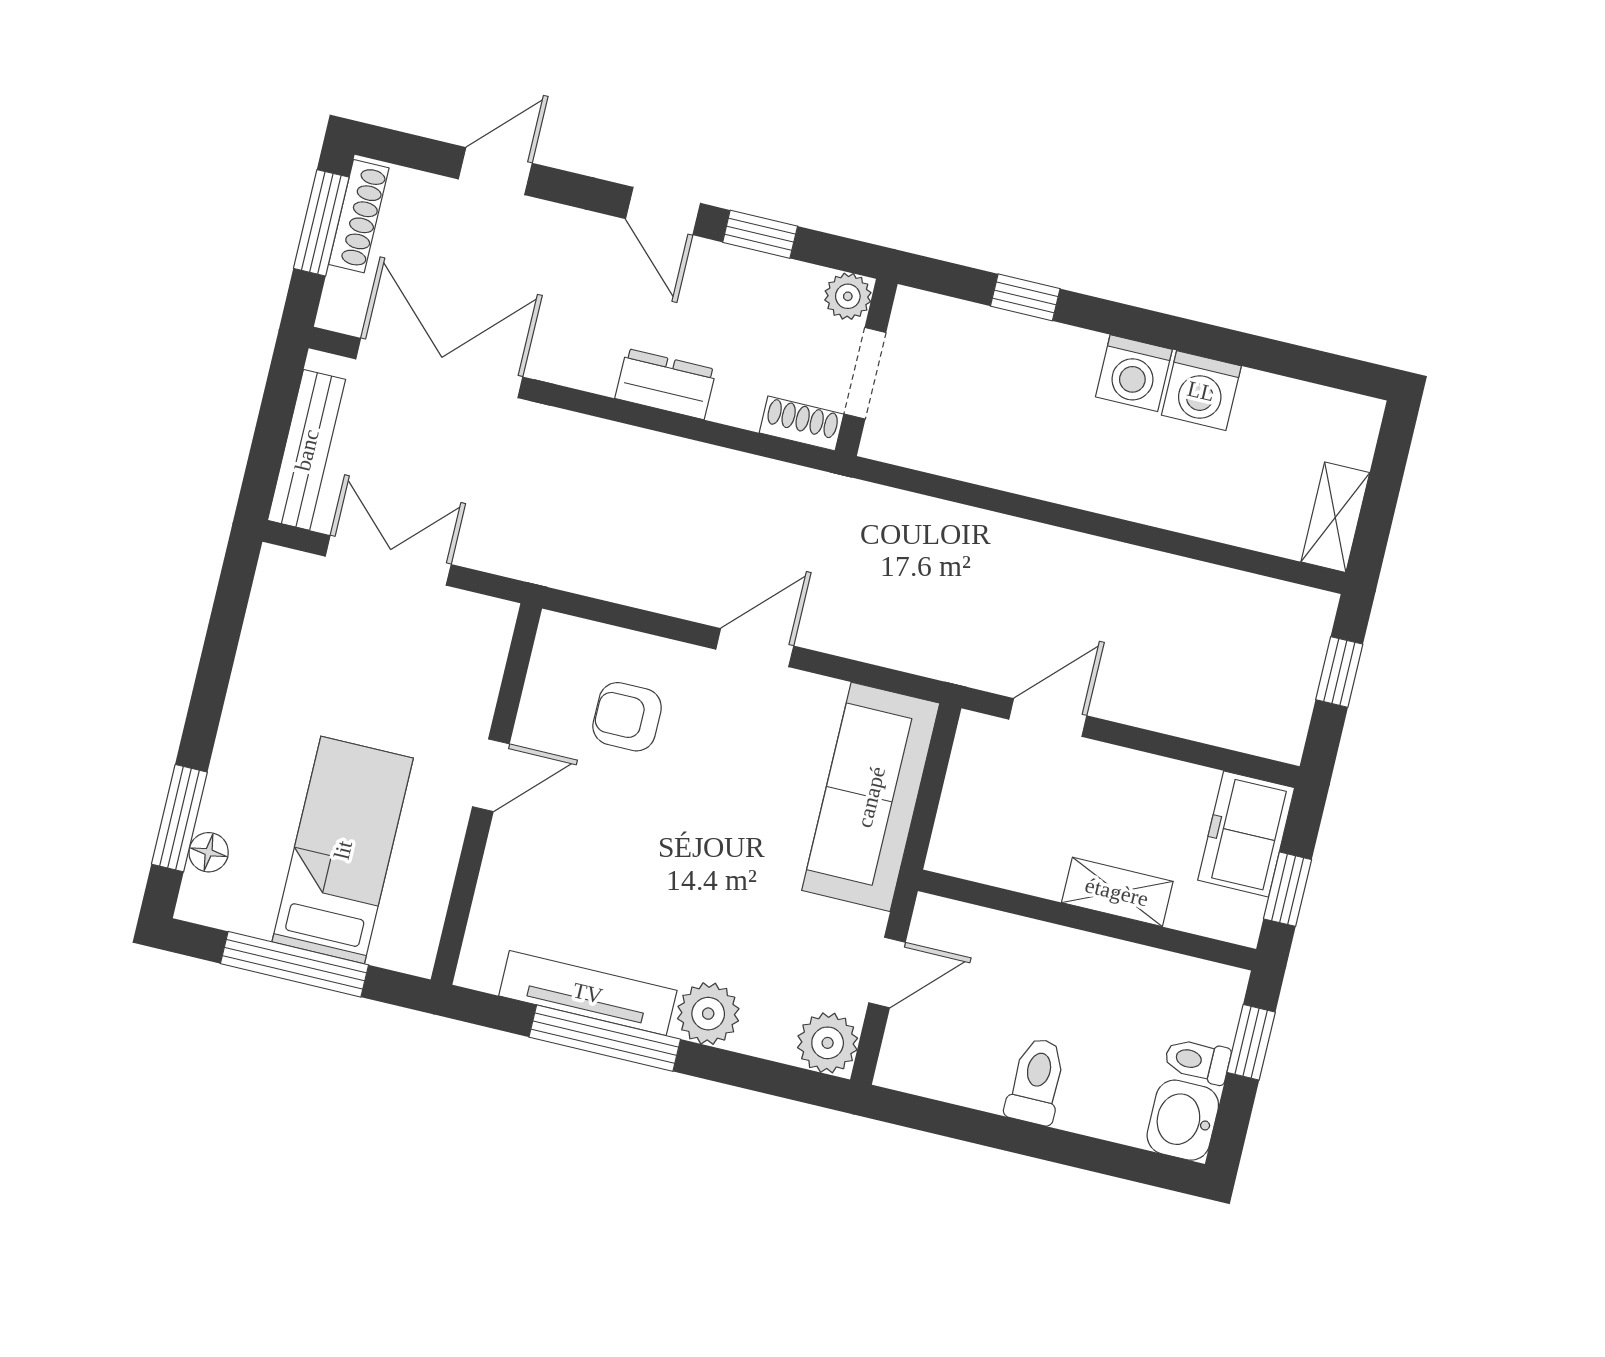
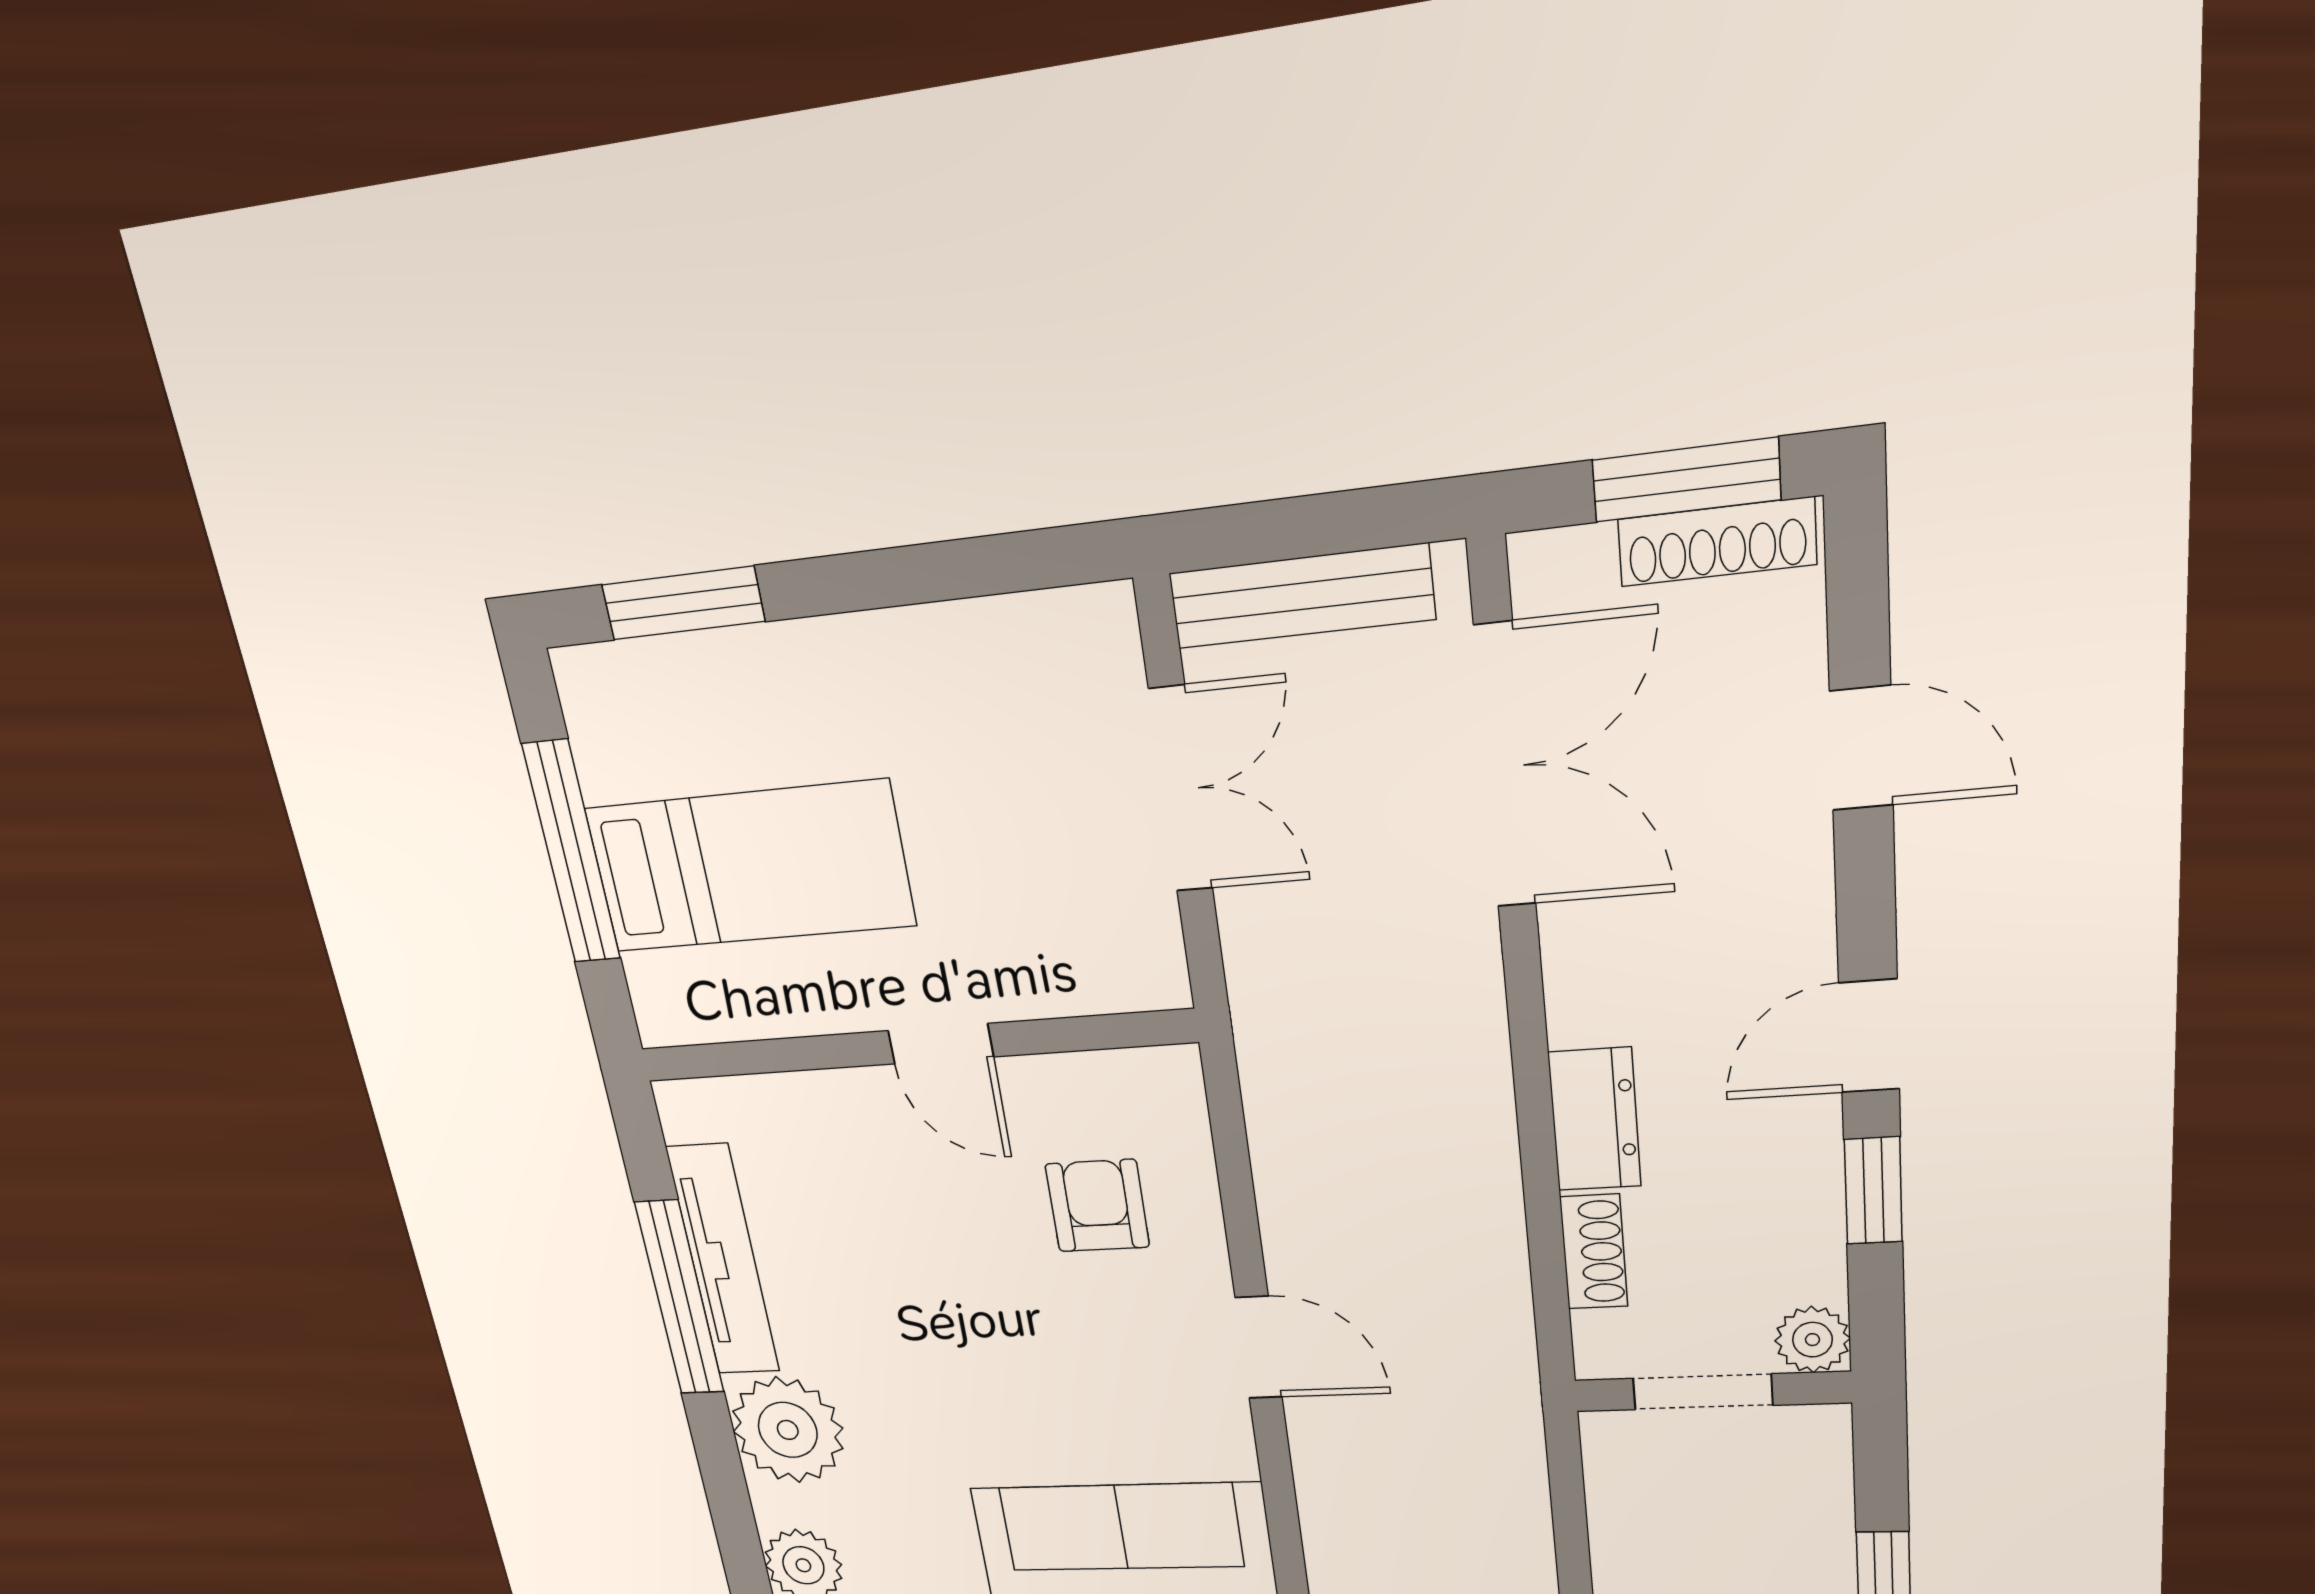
shoe rack: (801, 423) -> (1594, 1252), moved
floor lamp: (209, 852) -> (658, 667), removed
plant: (708, 1014) -> (788, 1430), width x1.36, depth x1.36

